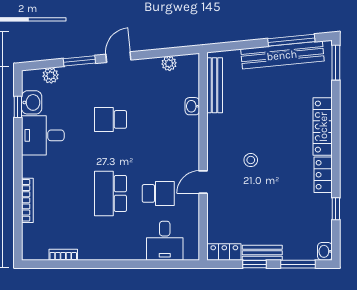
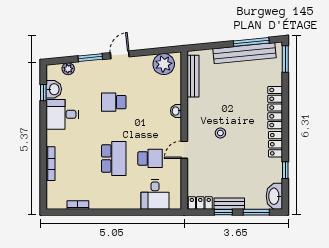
plant: (169, 63) -> (164, 64), width x1.88, depth x1.88
washbasin: (192, 106) -> (176, 111), moved
school desk: (110, 193) -> (114, 158), turned 180
washbasin: (325, 251) -> (274, 196), width x1.91, depth x1.45

